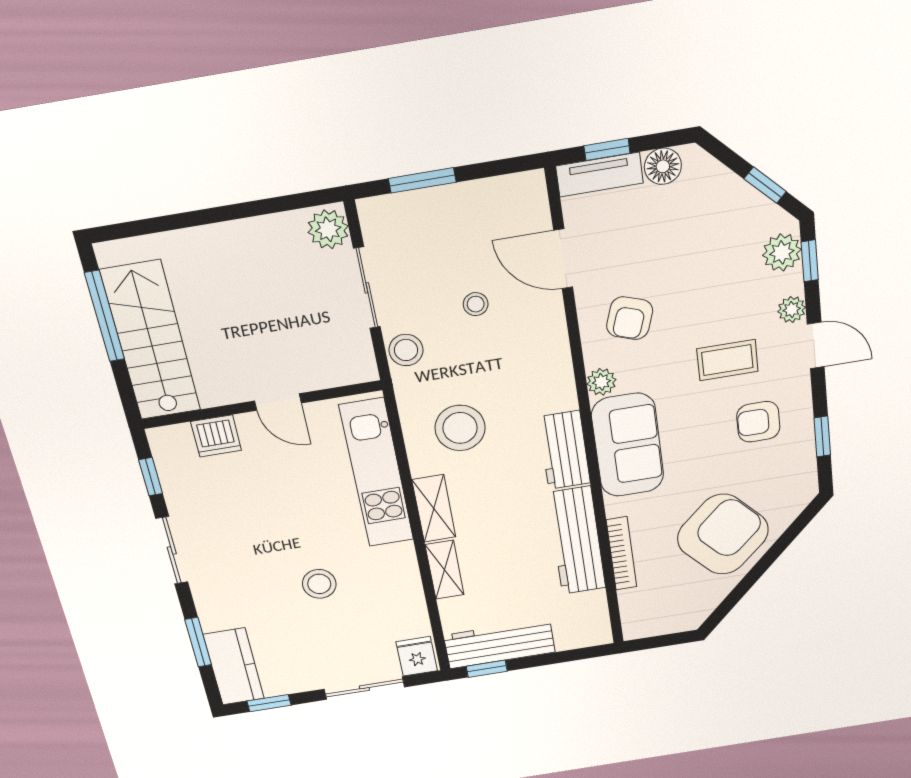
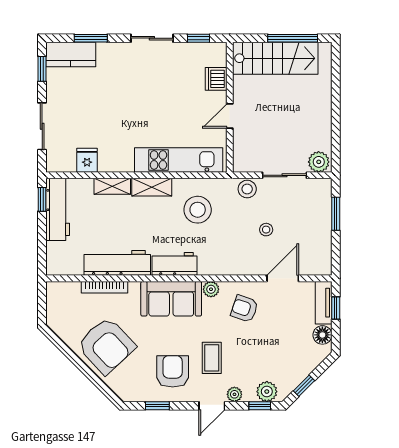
armchair: (758, 422) -> (173, 371), width x1.38, depth x1.38
stool: (319, 584) -> (116, 115), removed
fridge: (417, 656) -> (87, 160), moved, turned -90

